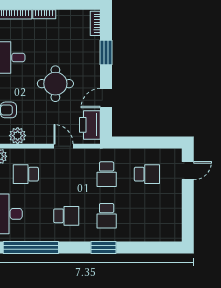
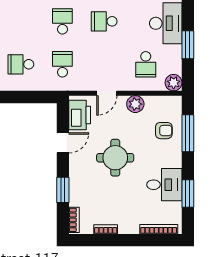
bookcase: (44, 14) -> (106, 229), moved
plant: (18, 136) -> (135, 104), moved
door: (64, 146) -> (107, 93), hinge flipped
school desk: (26, 174) -> (146, 64), turned 90

